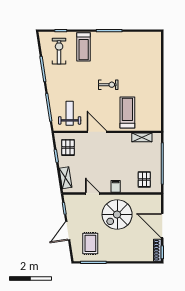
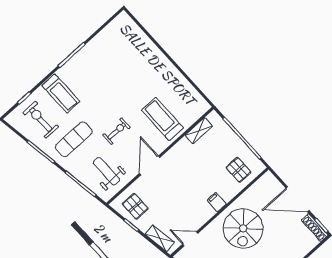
exercise mat: (68, 79) -> (74, 139), added
exercise bike: (108, 85) -> (117, 131), moved
door: (97, 132) -> (150, 165), hinge flipped
door: (92, 193) -> (190, 239), moved

